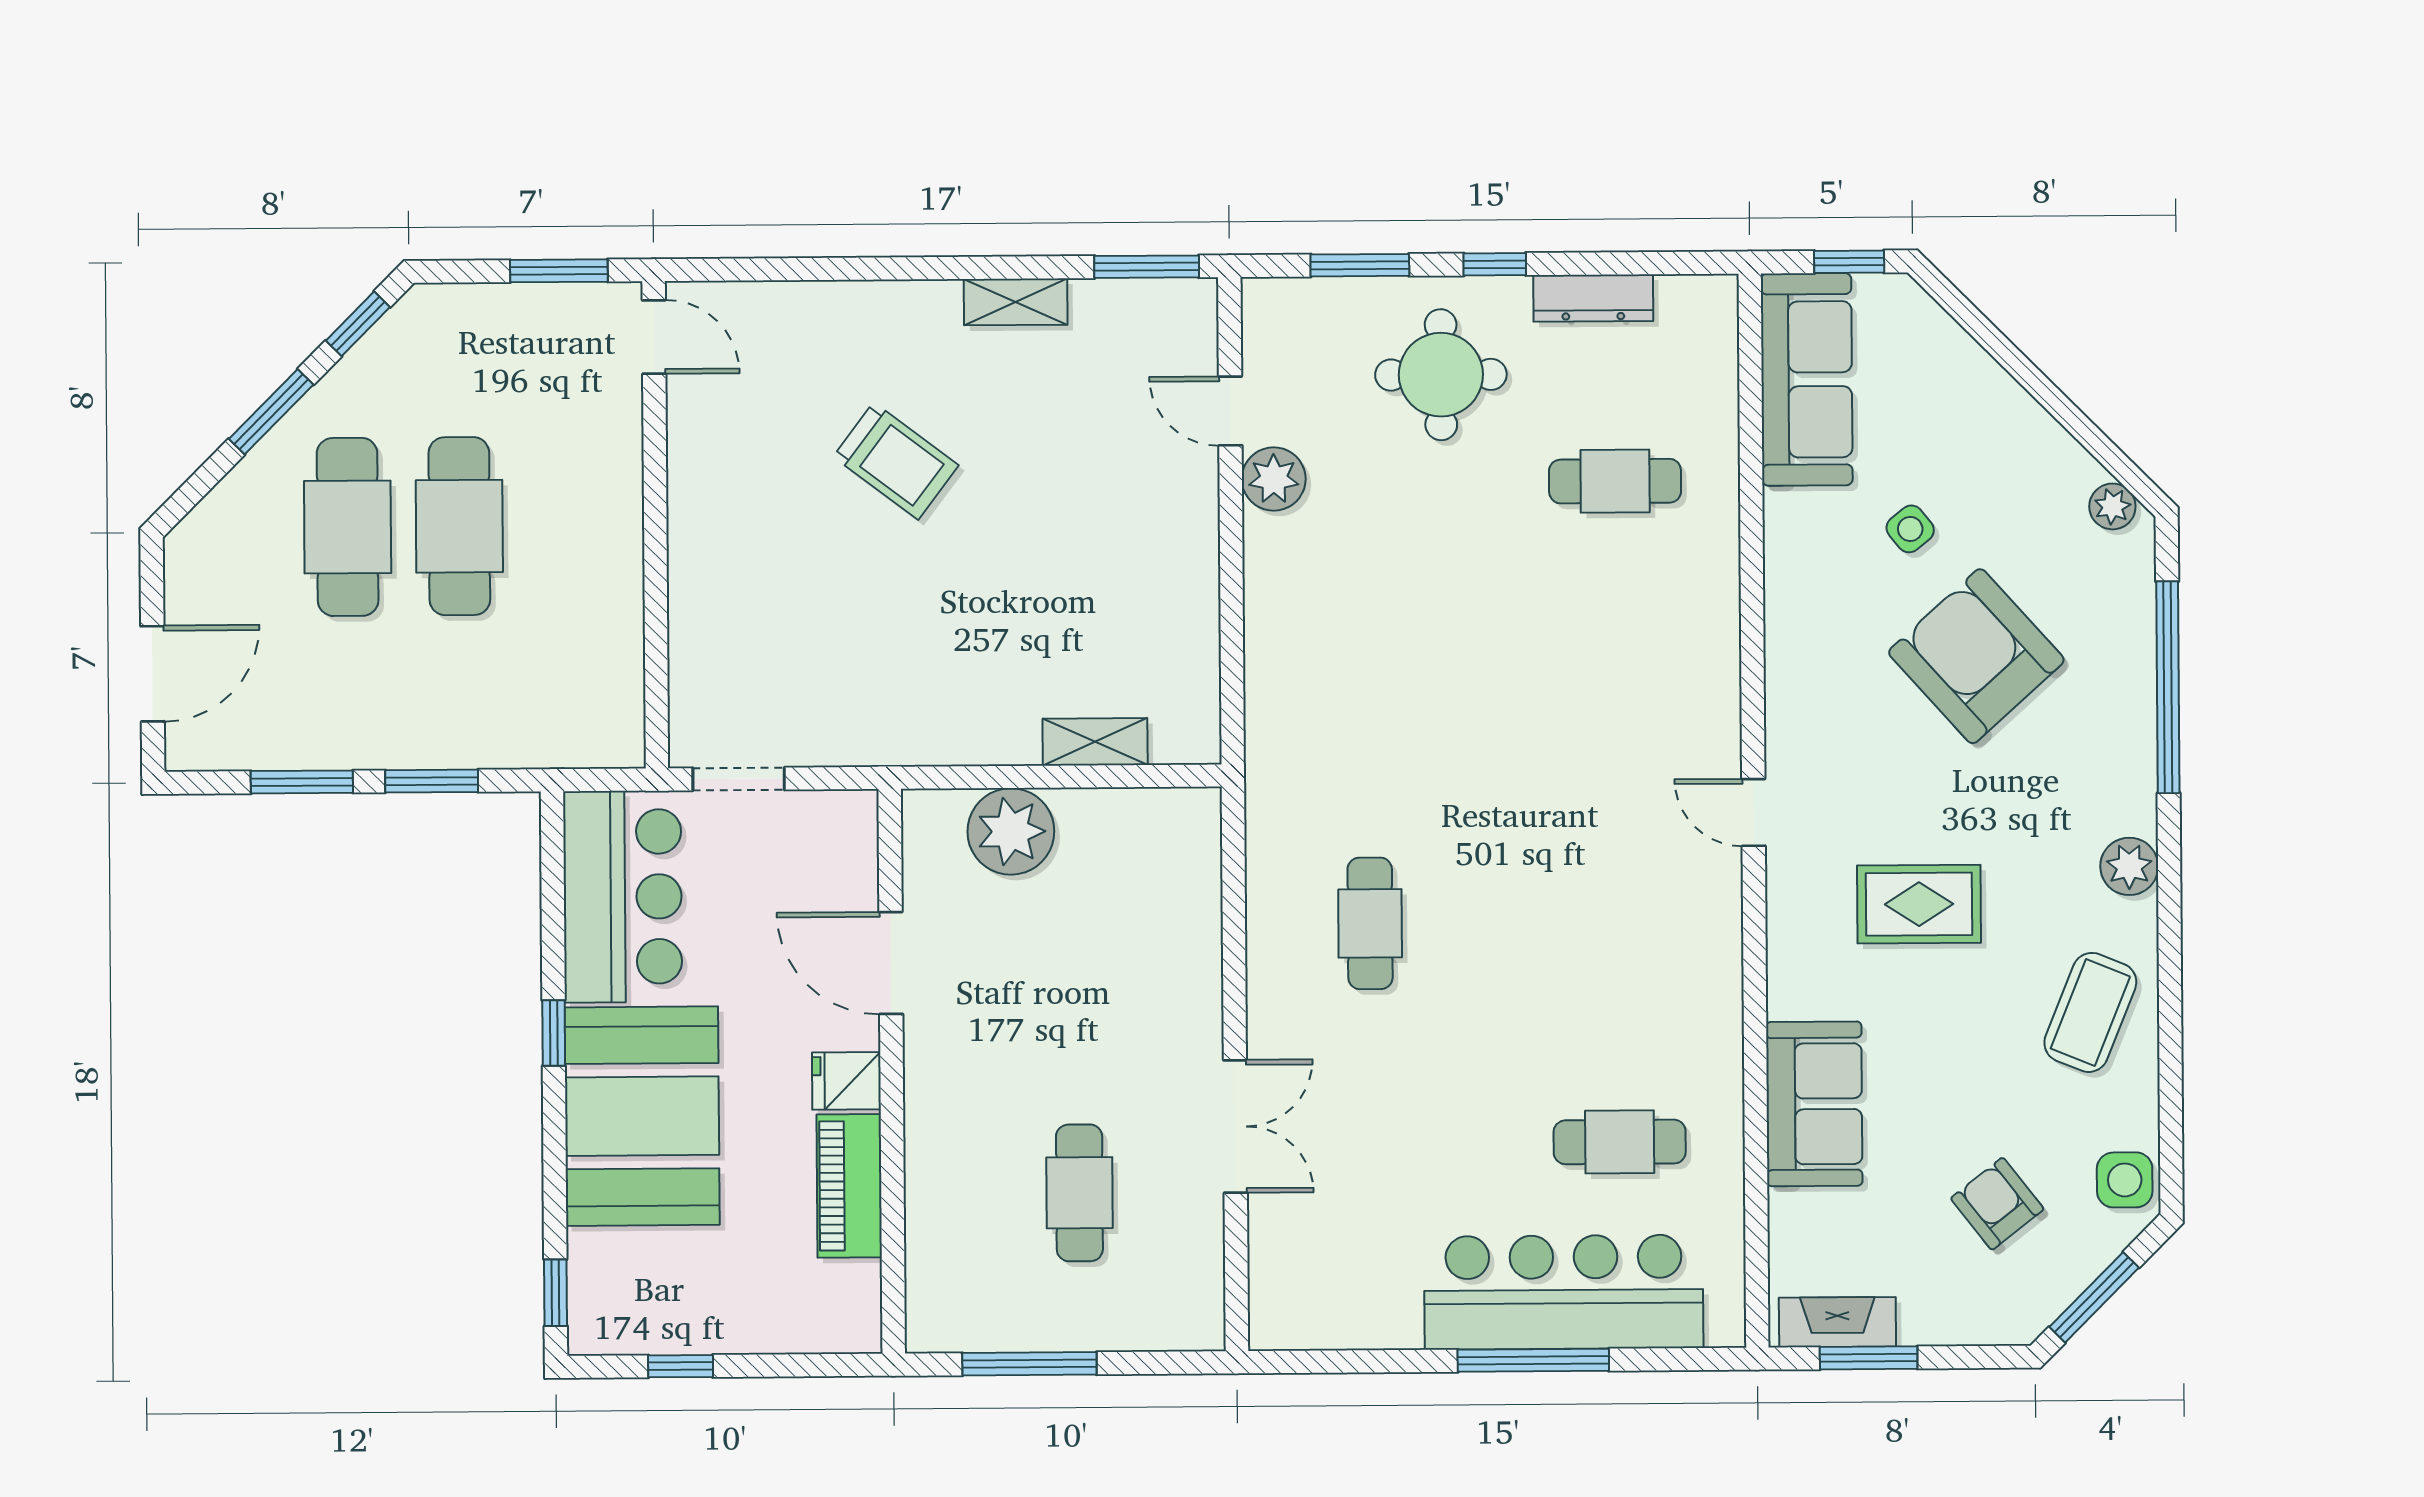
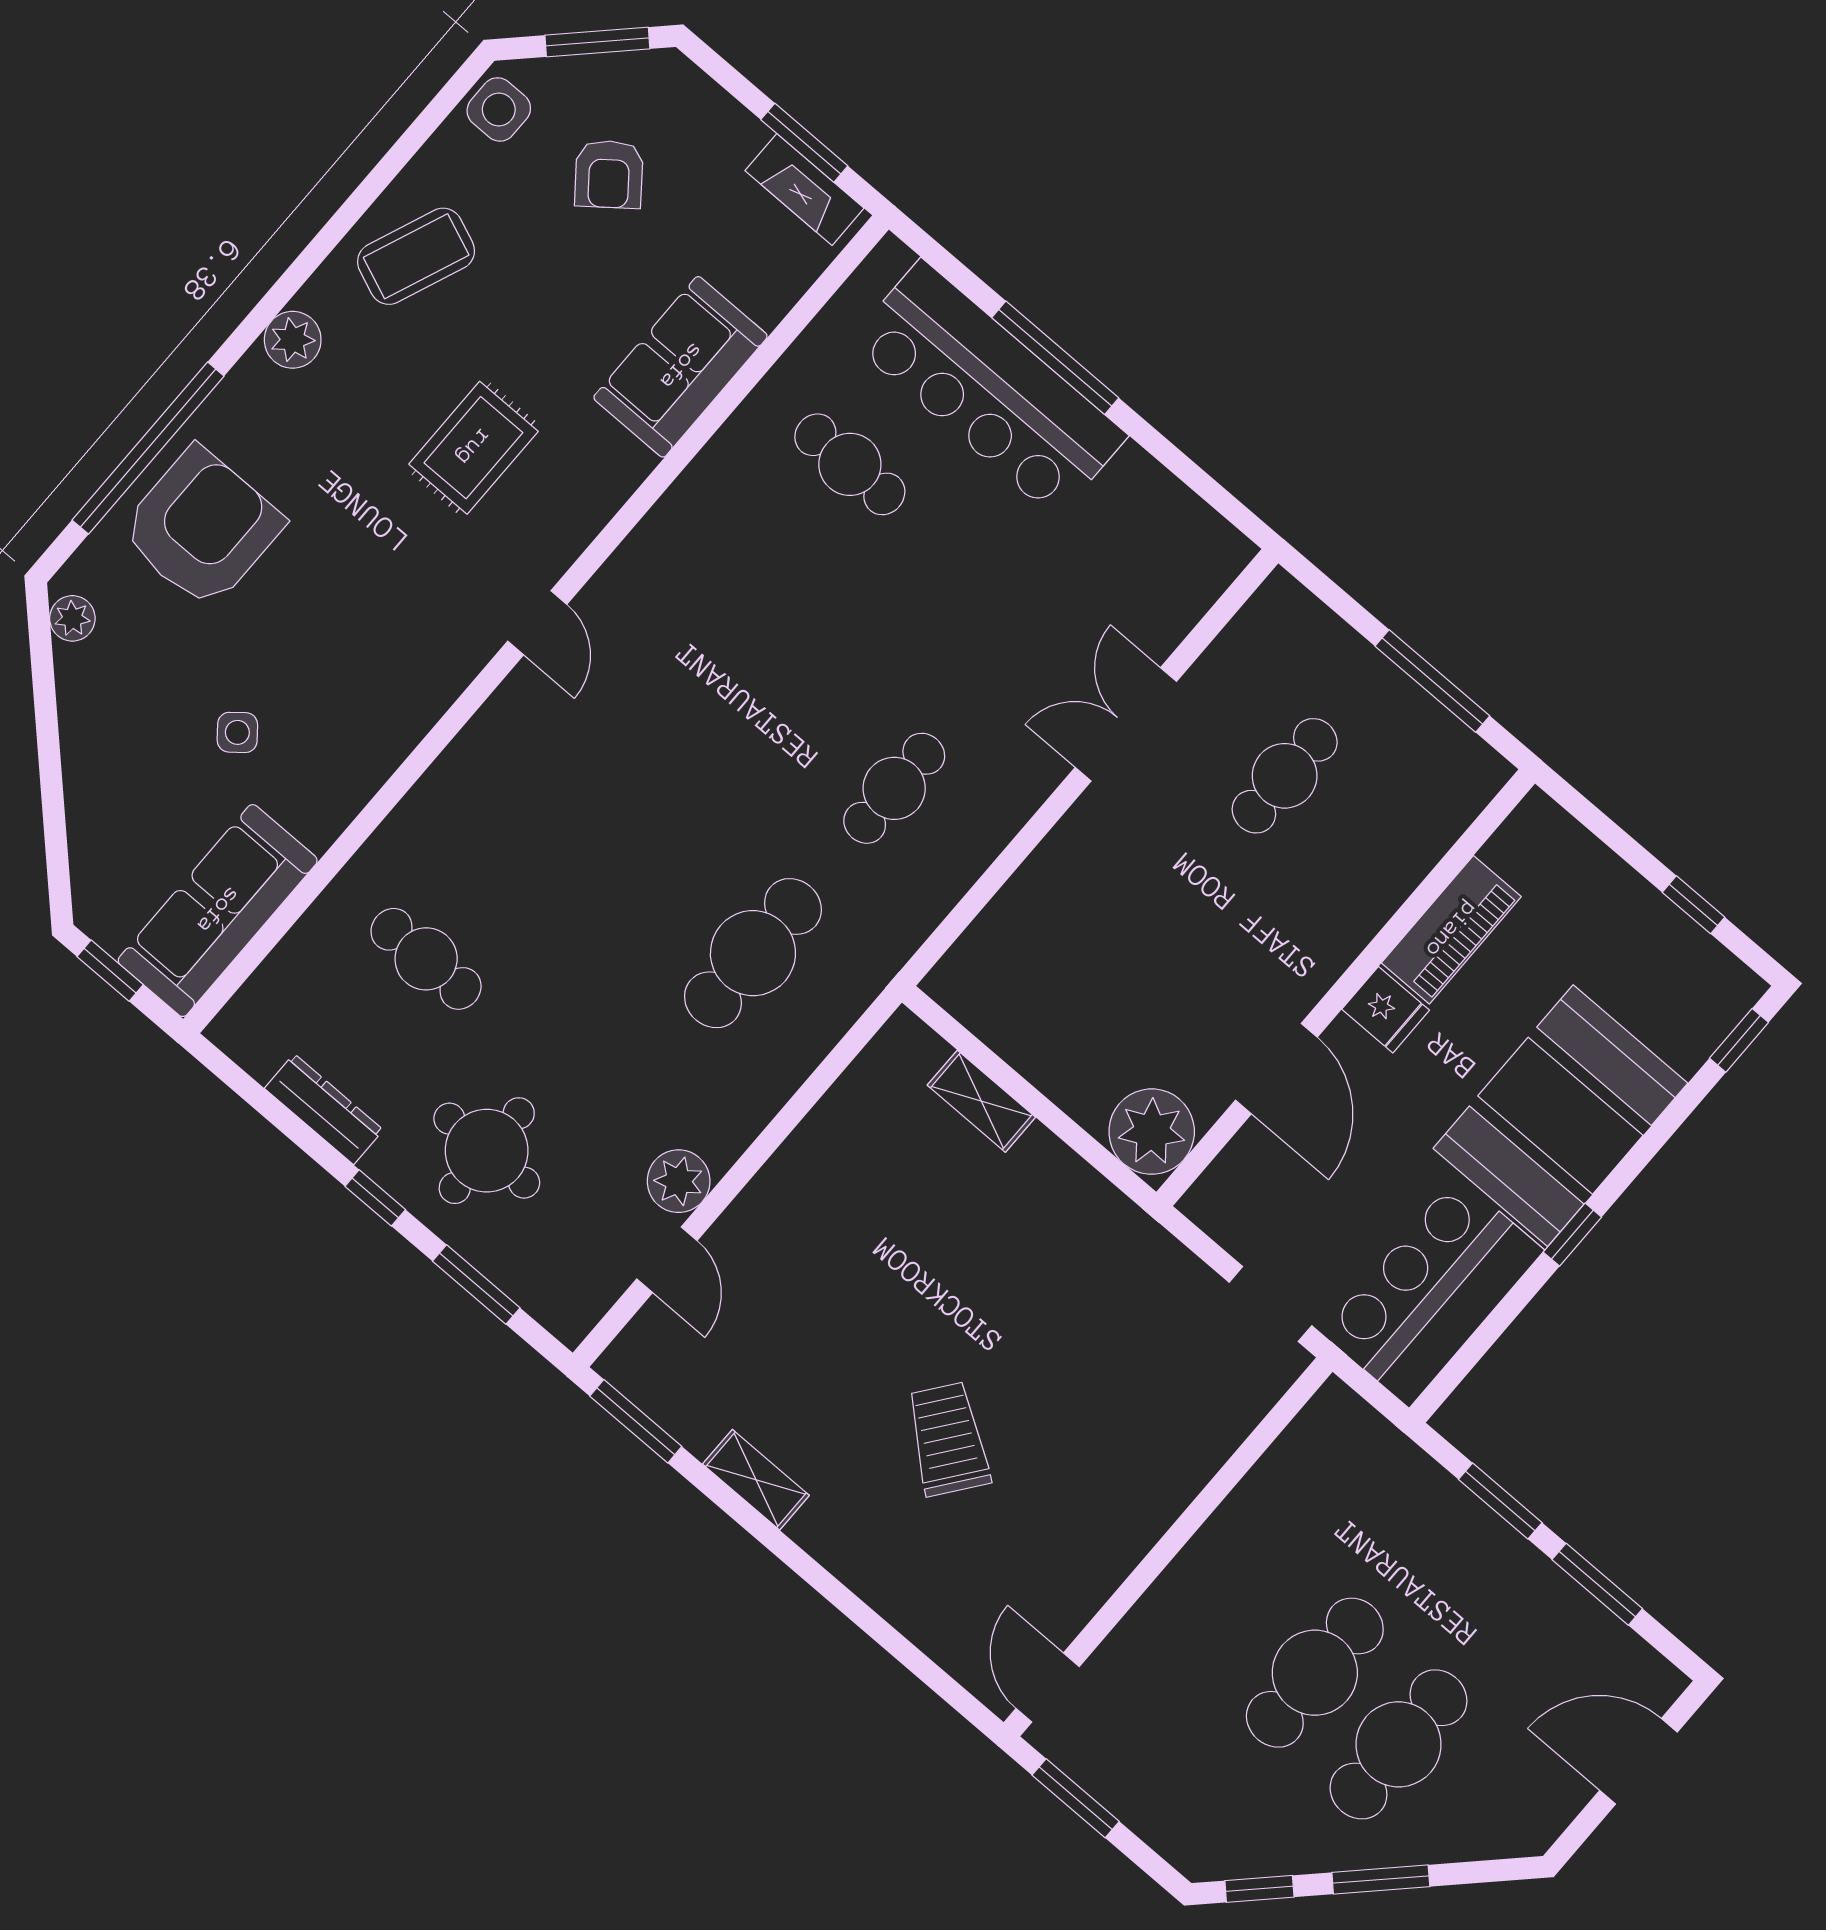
armchair: (1976, 656) -> (202, 528), moved, turned -138
cafe table: (1369, 703) -> (753, 953), added
plant: (1011, 831) -> (1152, 1132), moved
rug: (1919, 904) -> (473, 448), turned 90

